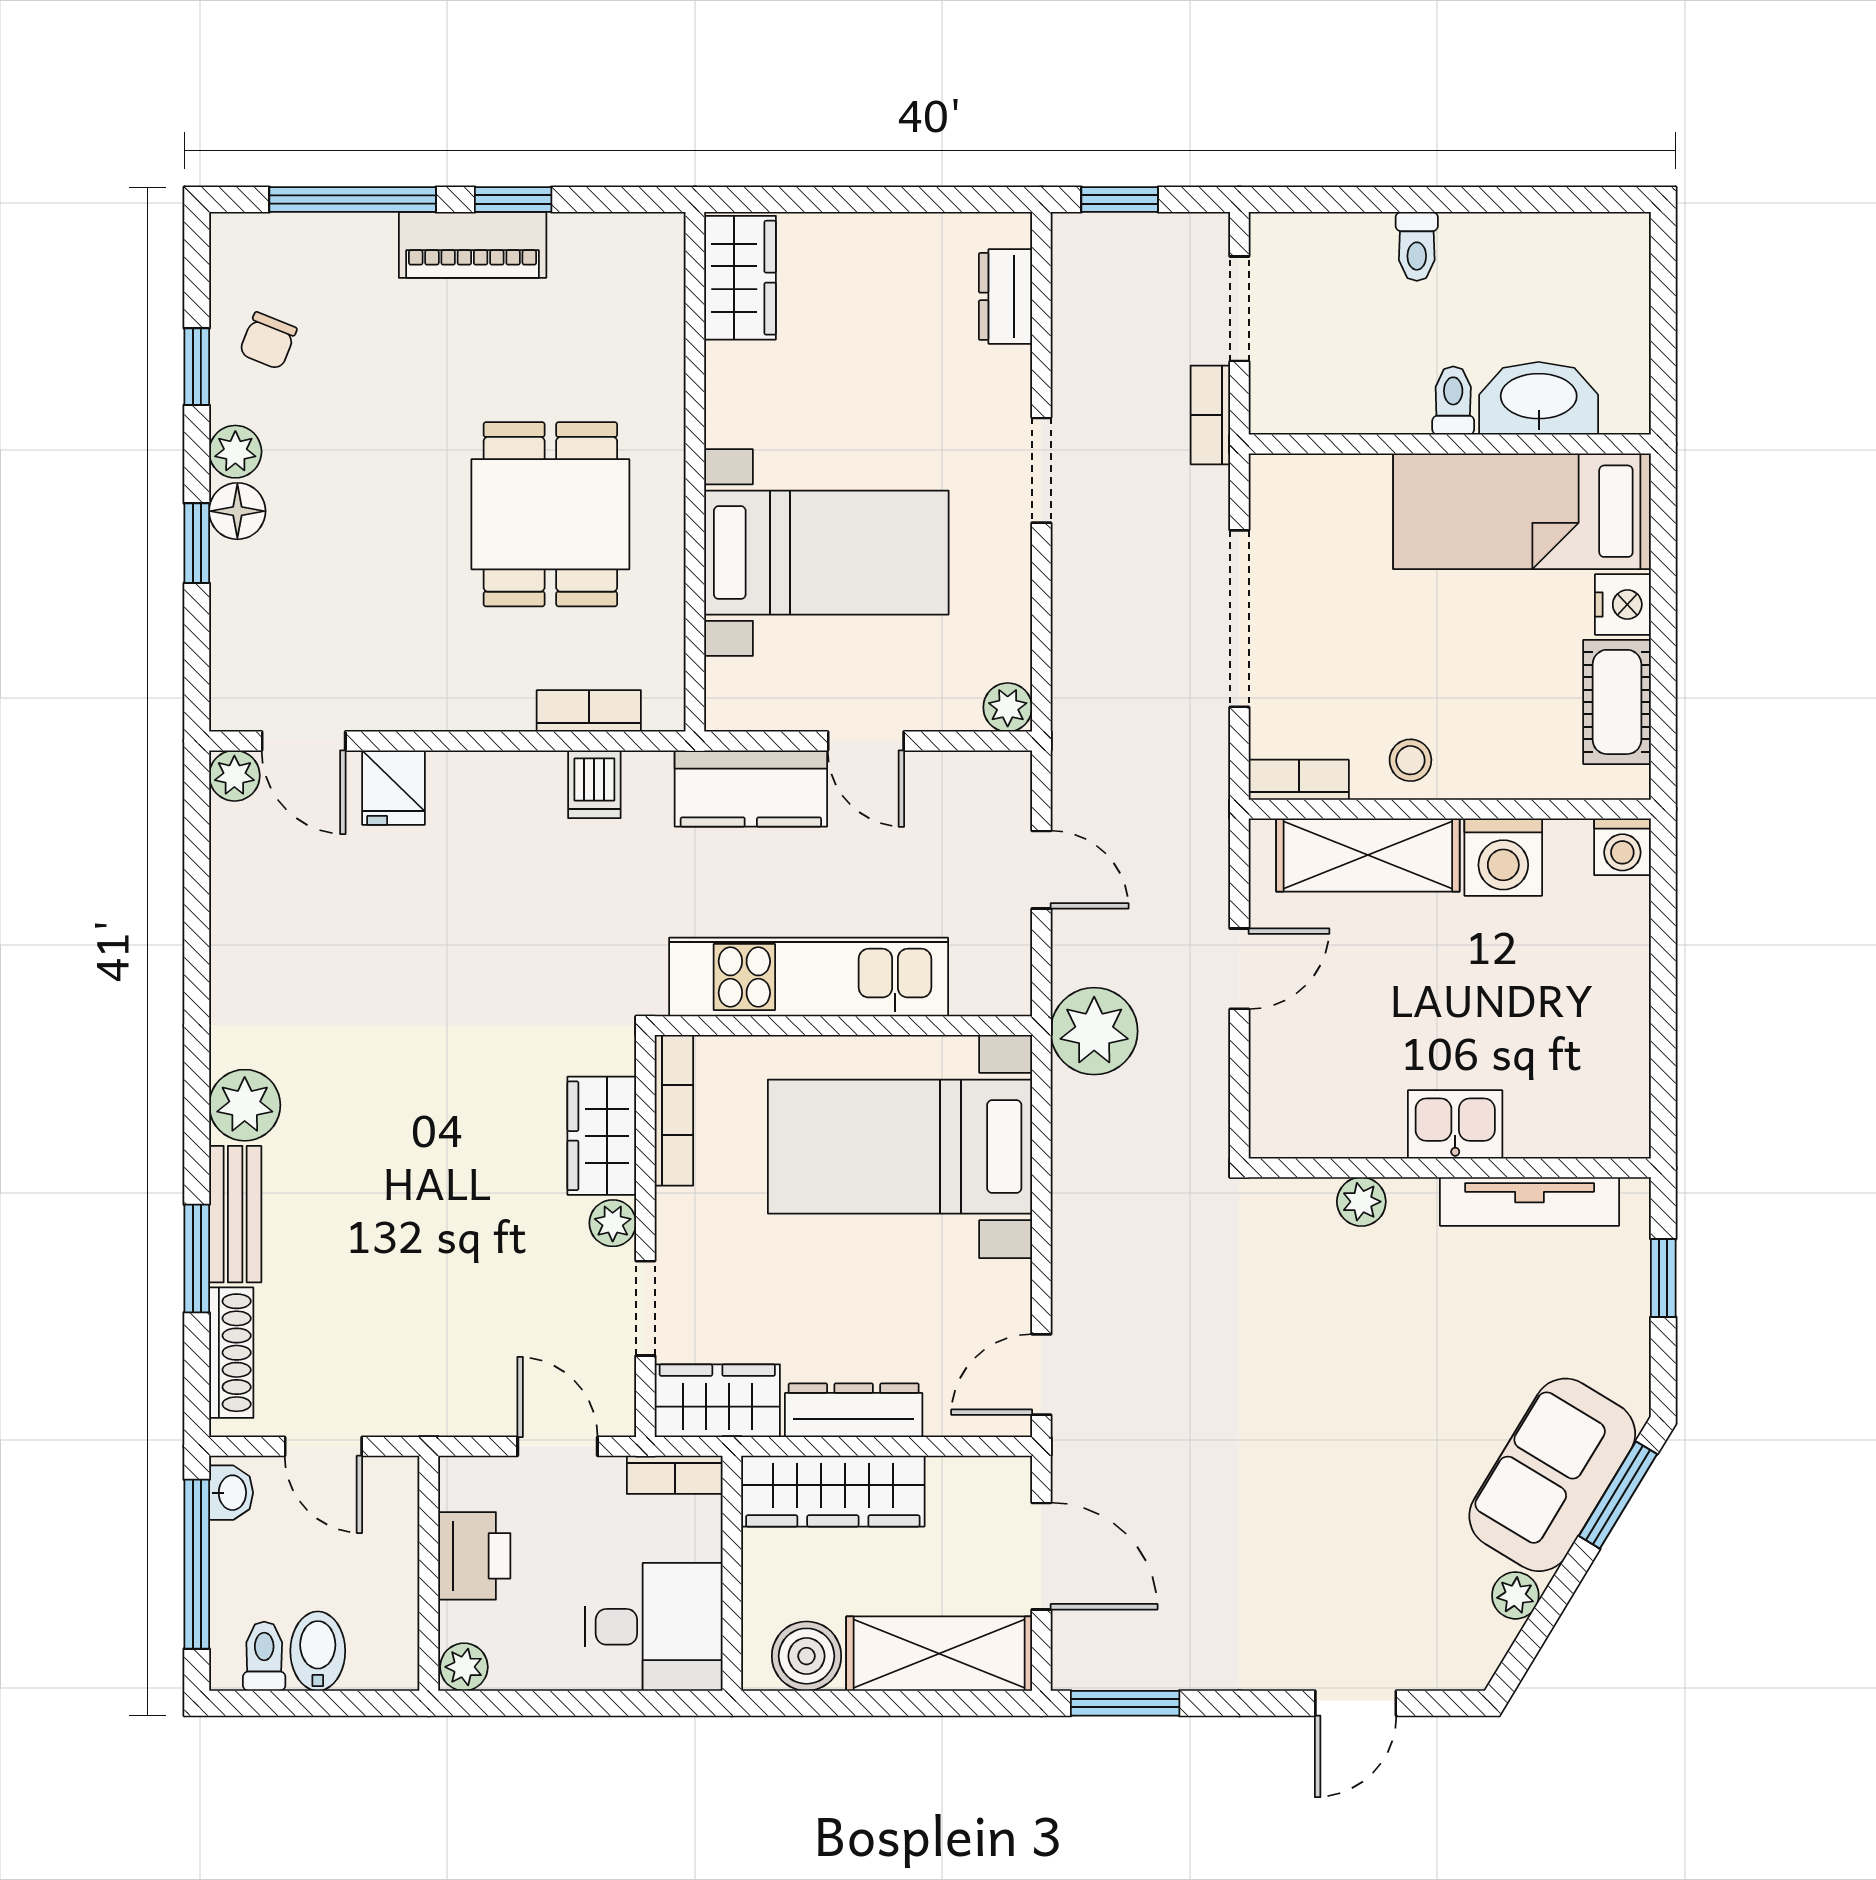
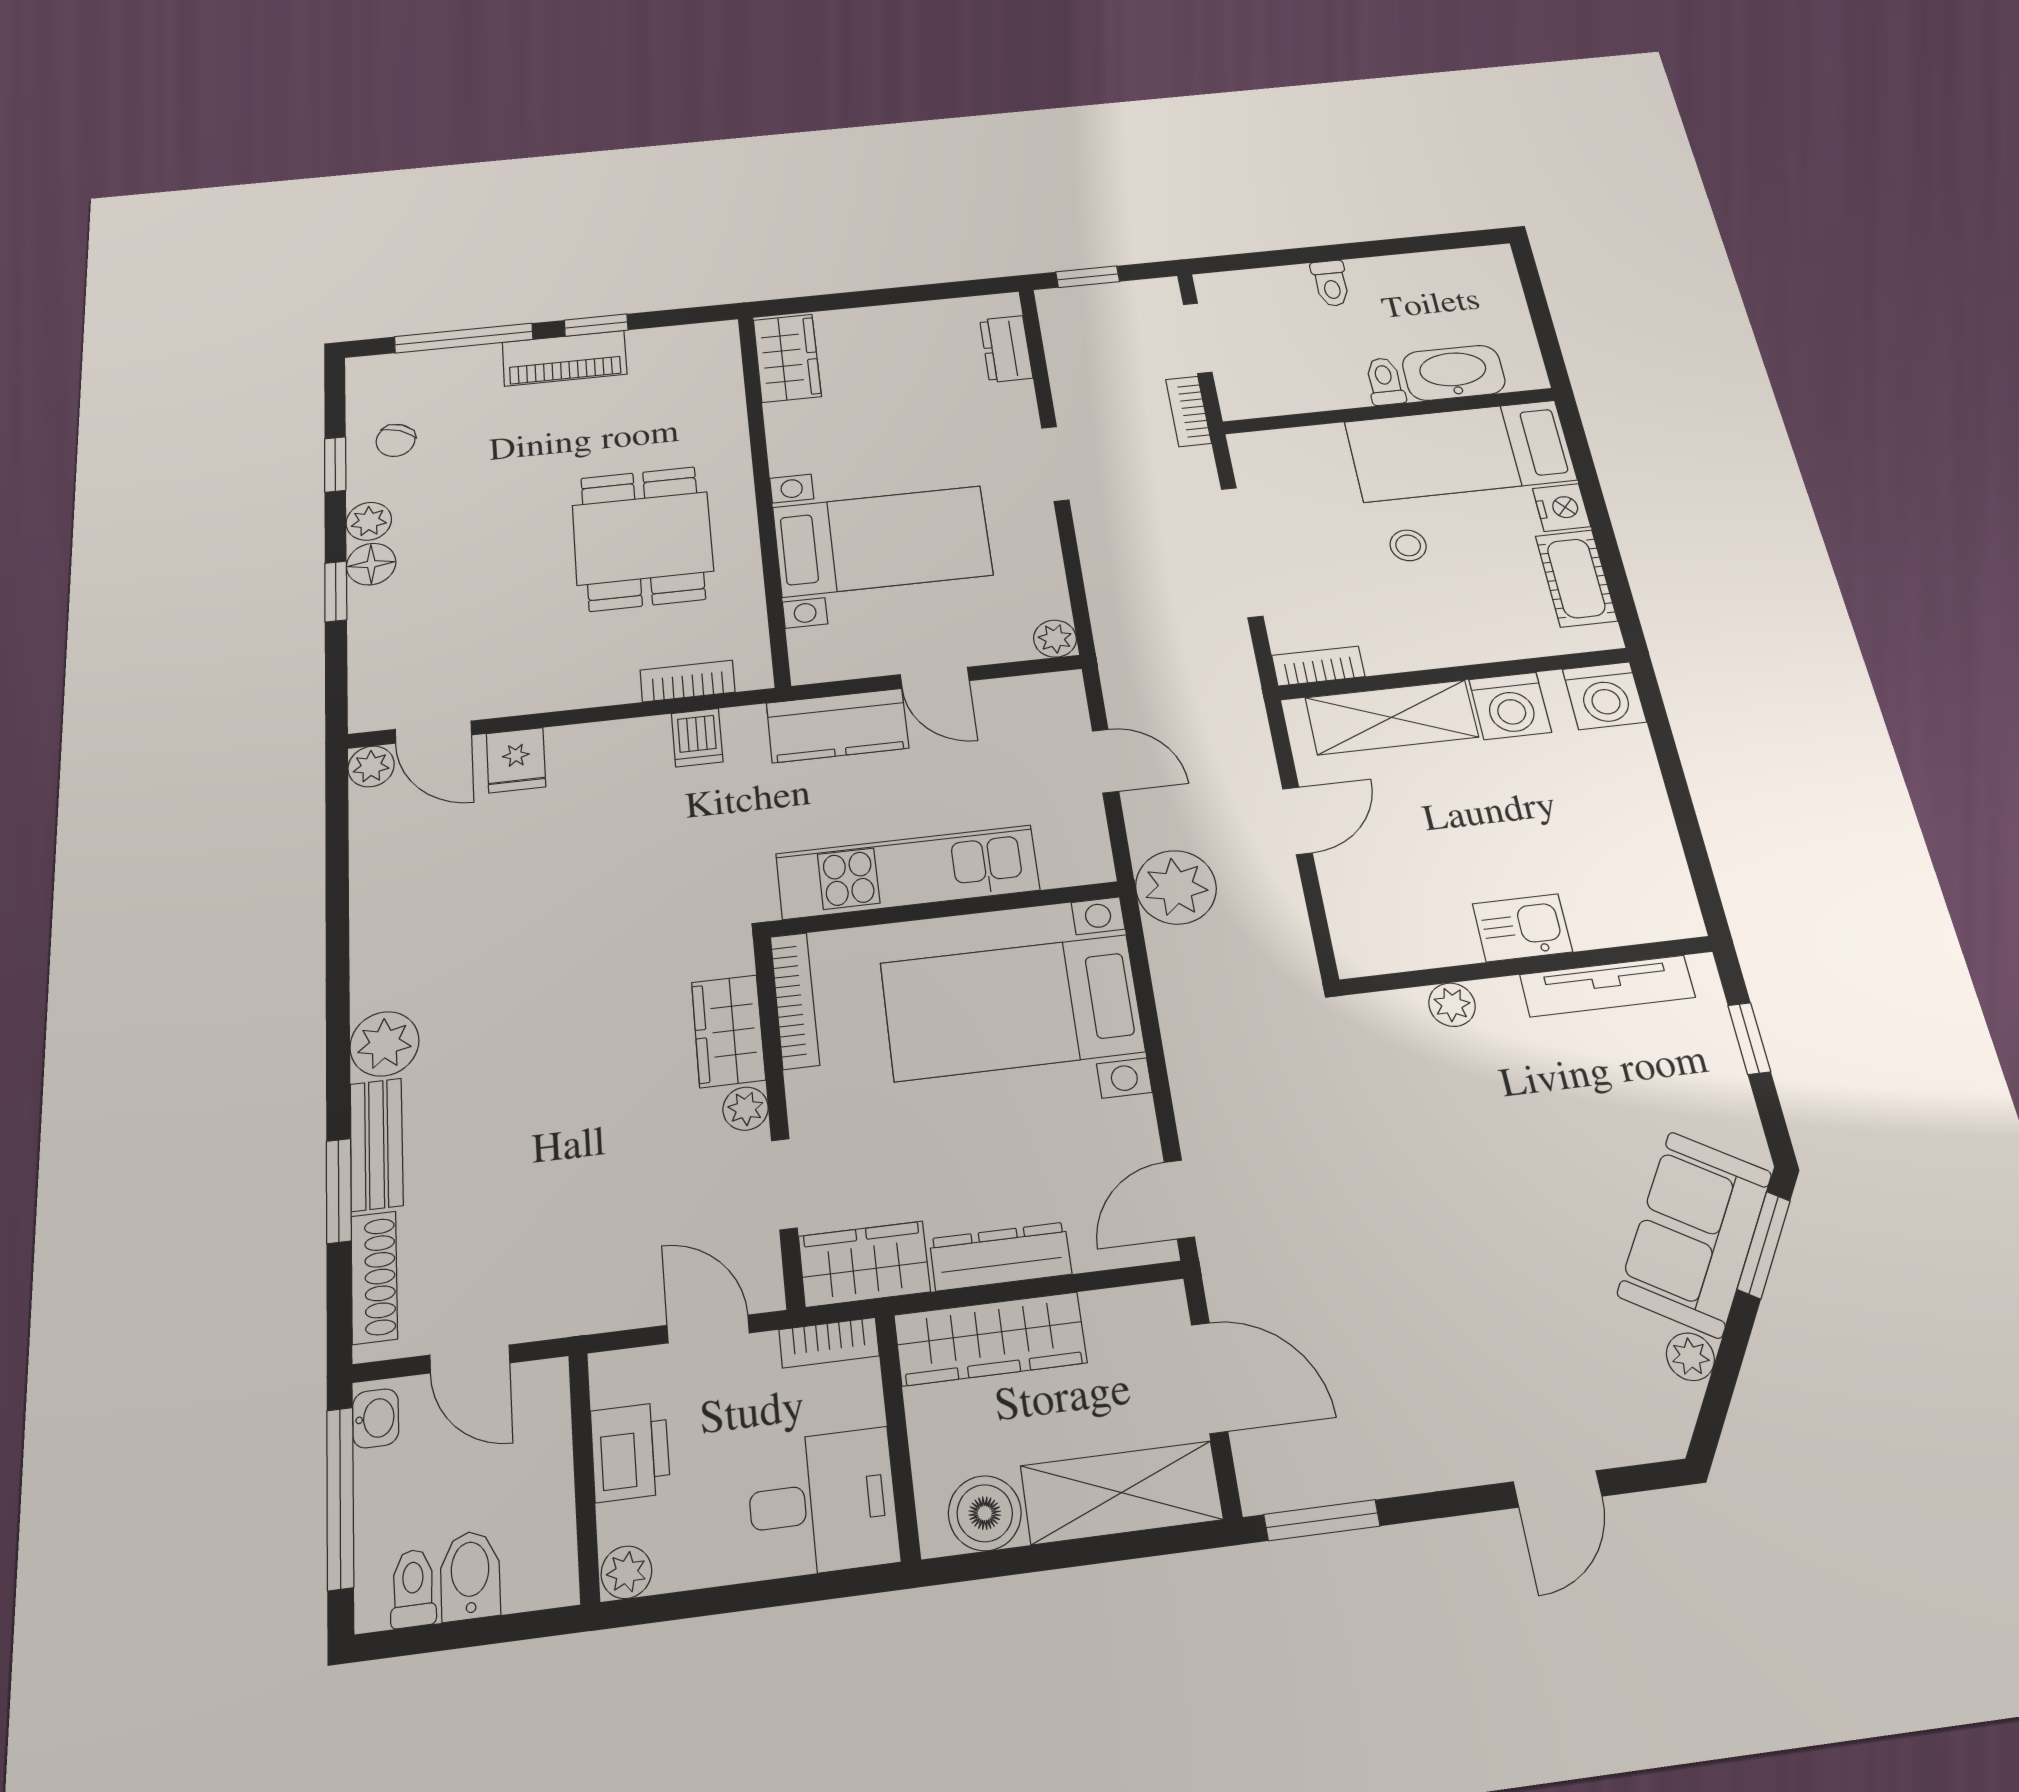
stool: (1410, 760) -> (1408, 545), moved
washing machine: (1622, 847) -> (1604, 696), width x1.38, depth x1.38

